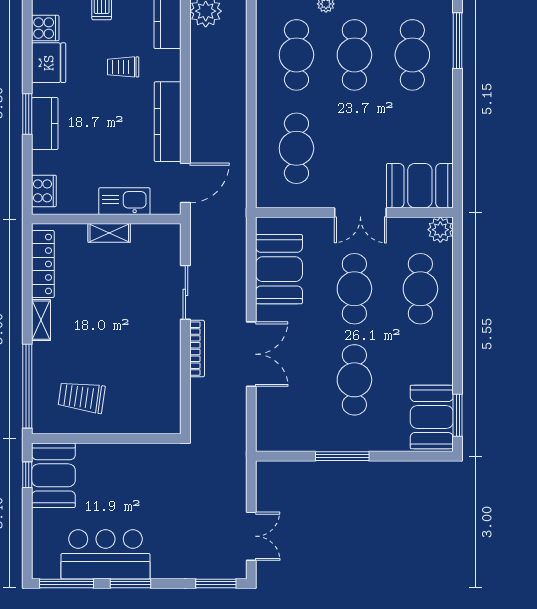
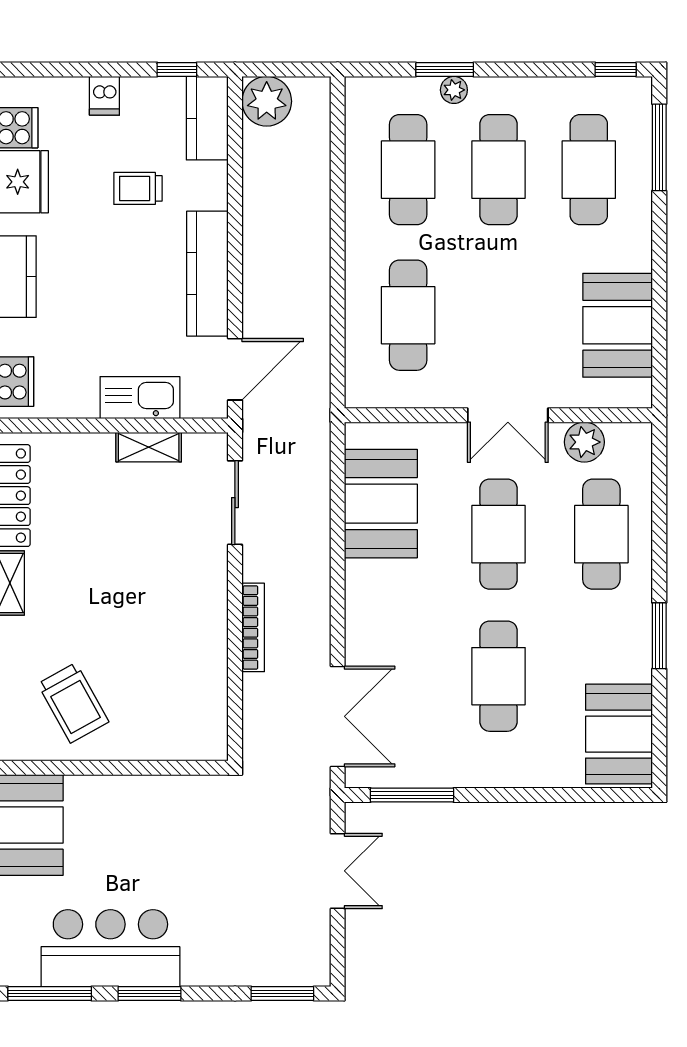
booth: (420, 186) -> (618, 325), moved, turned 90
plant: (440, 230) -> (584, 442), moved
shelving: (109, 233) -> (149, 447), moved
sliding door: (185, 292) -> (235, 503), moved
double door: (251, 354) -> (338, 716), moved
trolley: (82, 397) -> (73, 703), turned -127
window: (458, 415) -> (659, 636), moved
window: (342, 456) -> (412, 795), moved
double door: (251, 536) -> (338, 871), moved

